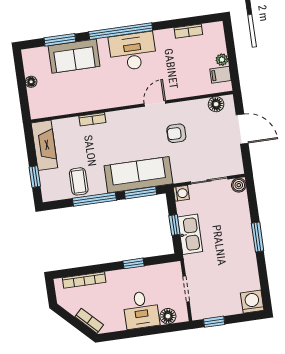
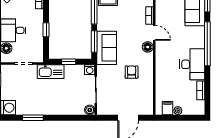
desk: (133, 51) -> (192, 64), moved
door: (155, 103) -> (154, 33), moved
floor lamp: (216, 104) -> (148, 47), moved
sofa: (138, 175) -> (107, 48), width x0.73
kitchen sink: (190, 234) -> (51, 72), moved
window: (258, 237) -> (33, 118), moved

